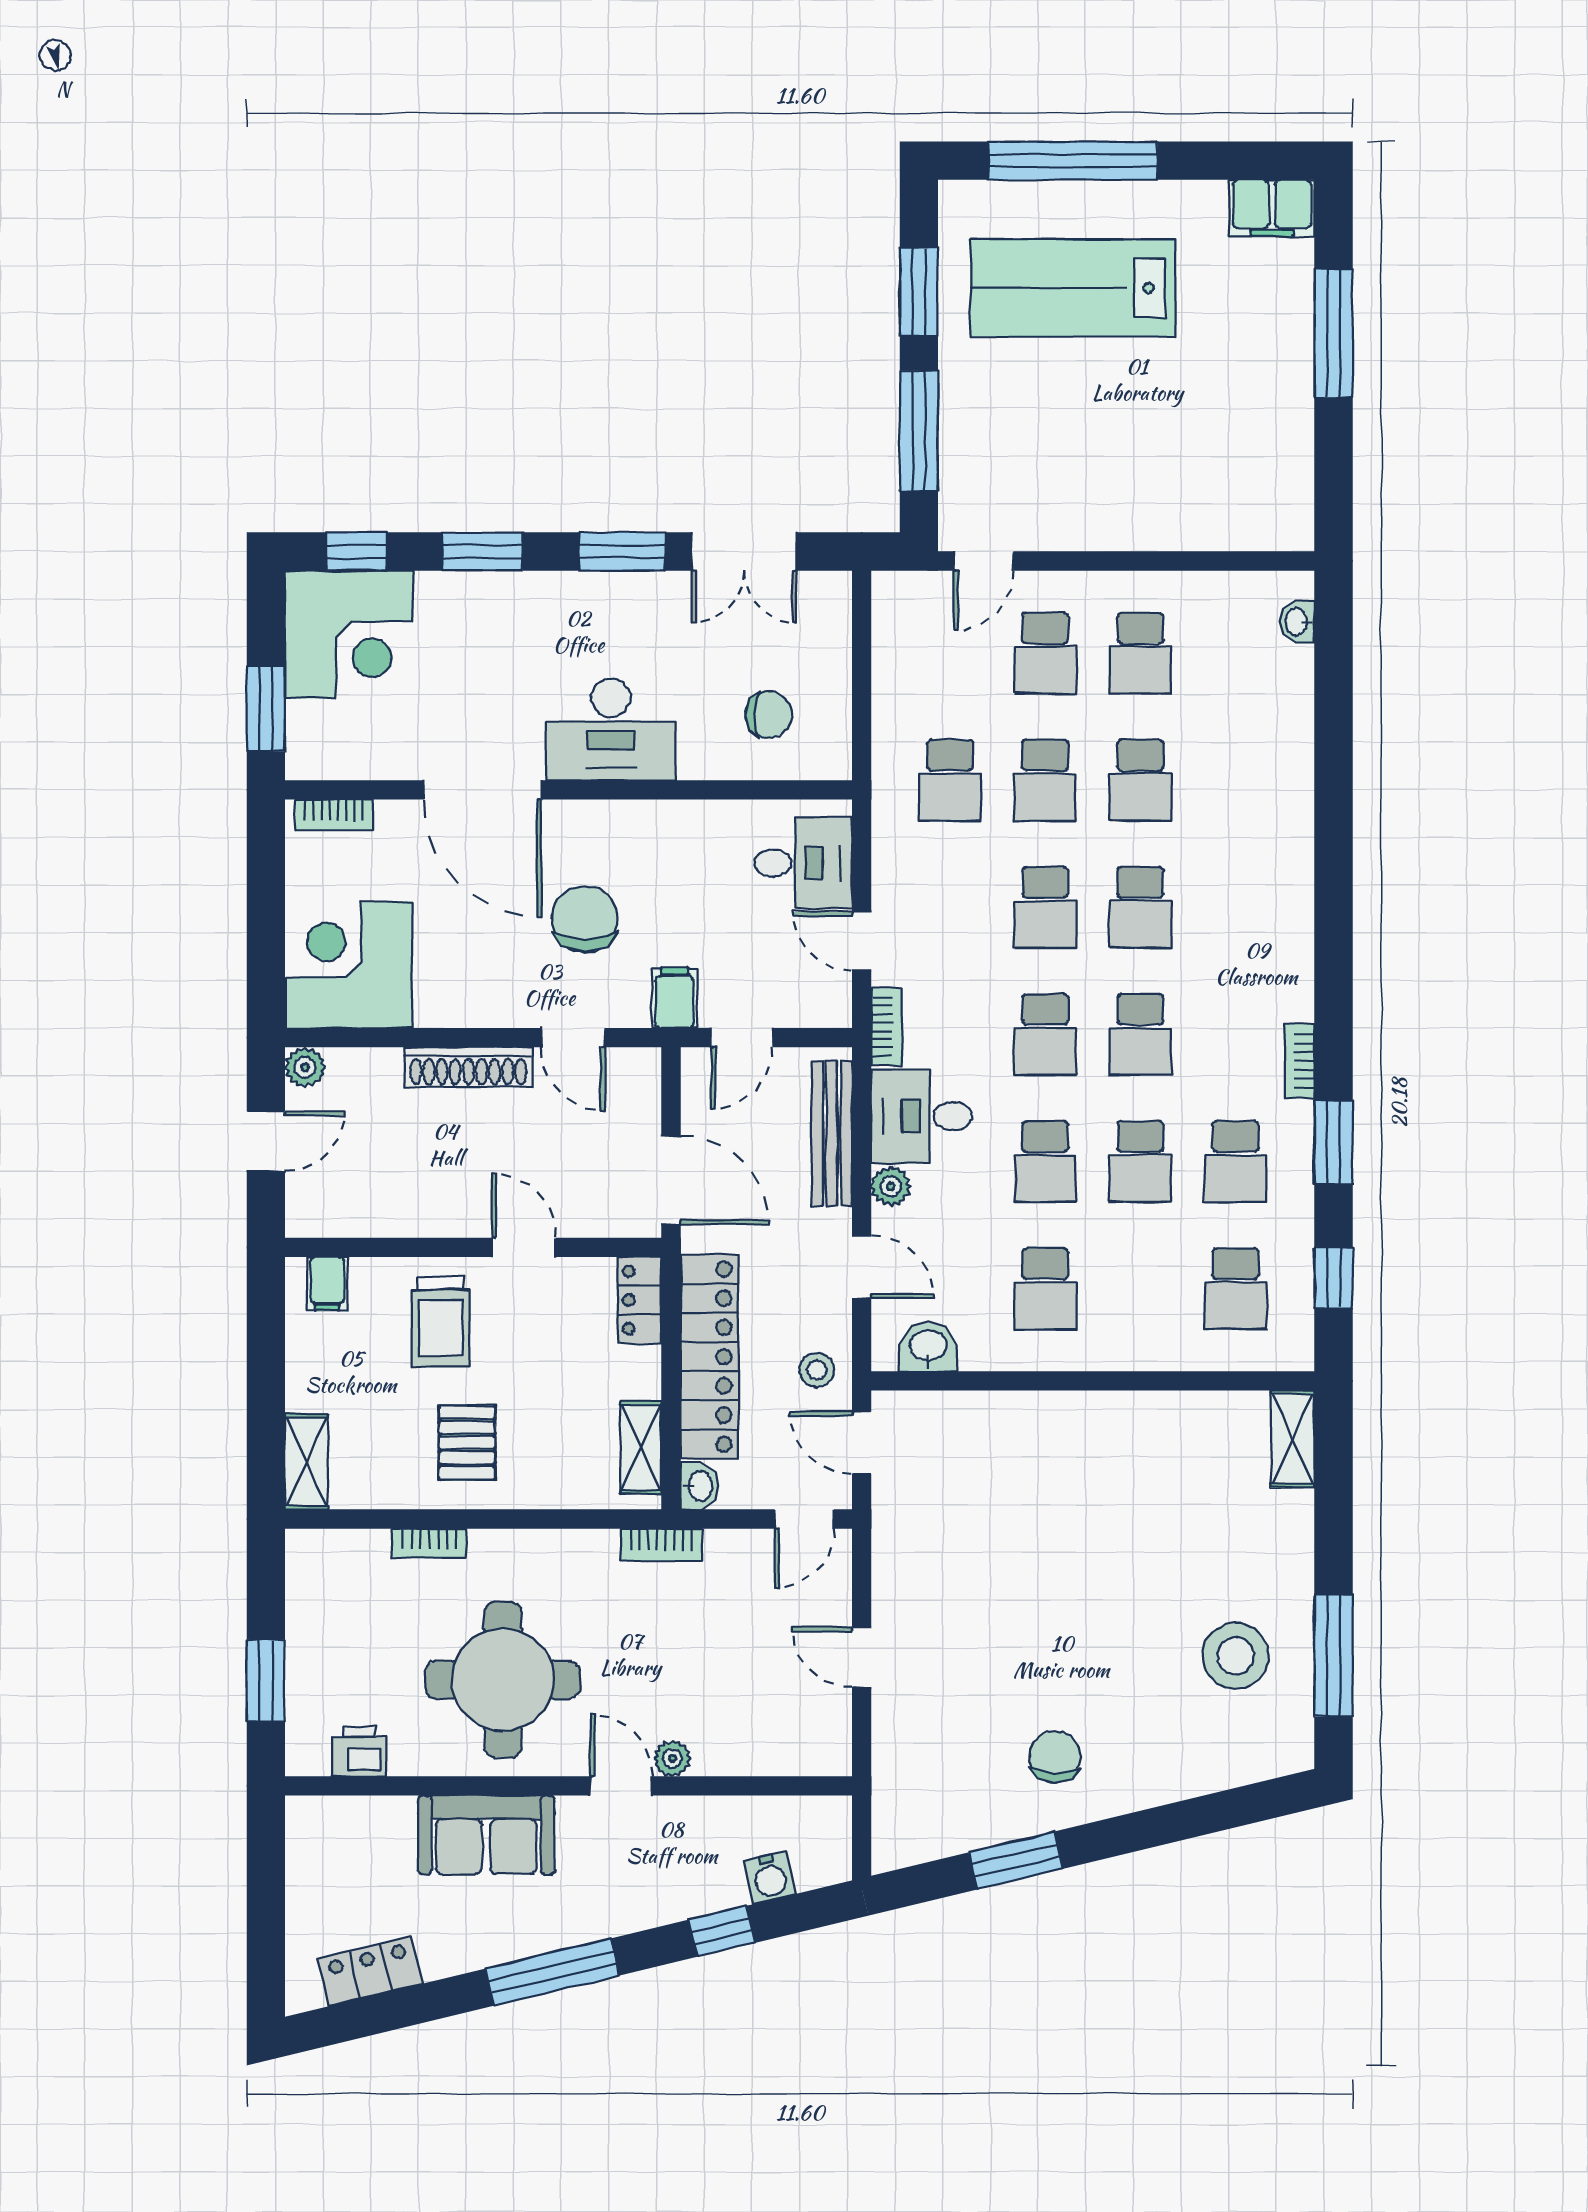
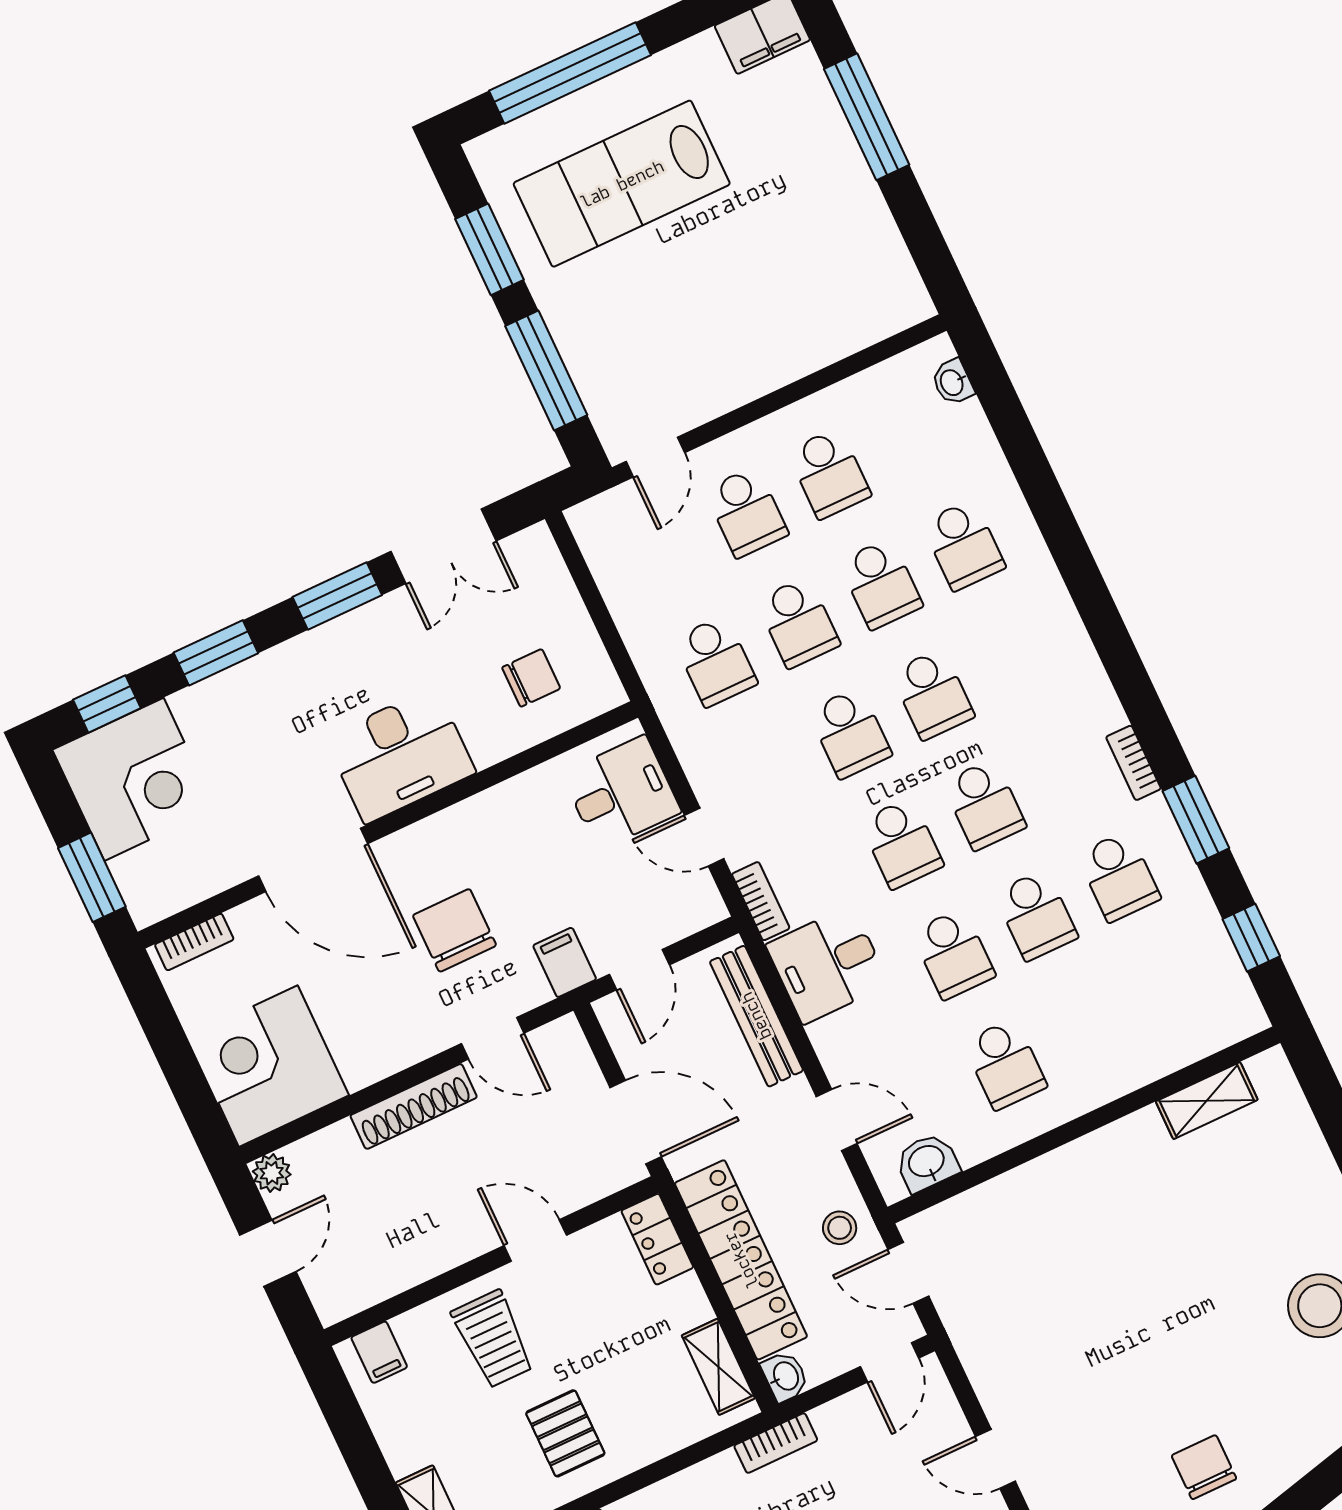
plant: (891, 1186) -> (829, 1038), removed
school desk: (1236, 1289) -> (963, 545), moved
shelving: (1293, 1439) -> (1207, 1101), moved, turned 90

